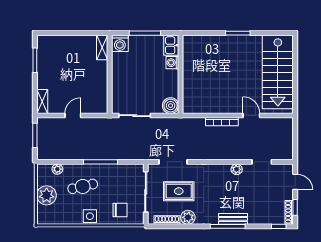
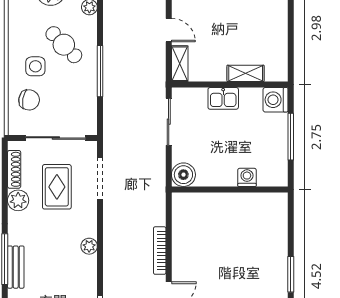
kitchen sink: (171, 45) -> (223, 98), moved, turned 180
shelving: (102, 47) -> (246, 73), moved
shelving: (96, 108) -> (180, 64), added
plant: (237, 169) -> (89, 246), moved
cafe table: (83, 186) -> (64, 45), turned -31
chair: (120, 210) -> (29, 100), turned -80
side table: (90, 216) -> (35, 66), moved

